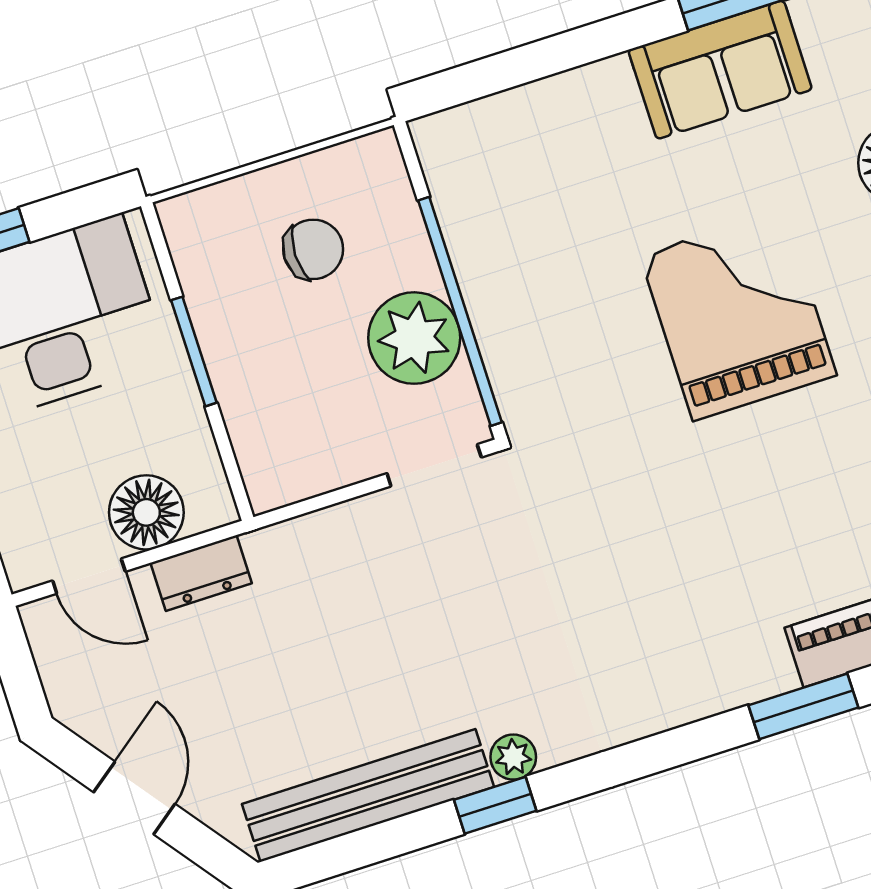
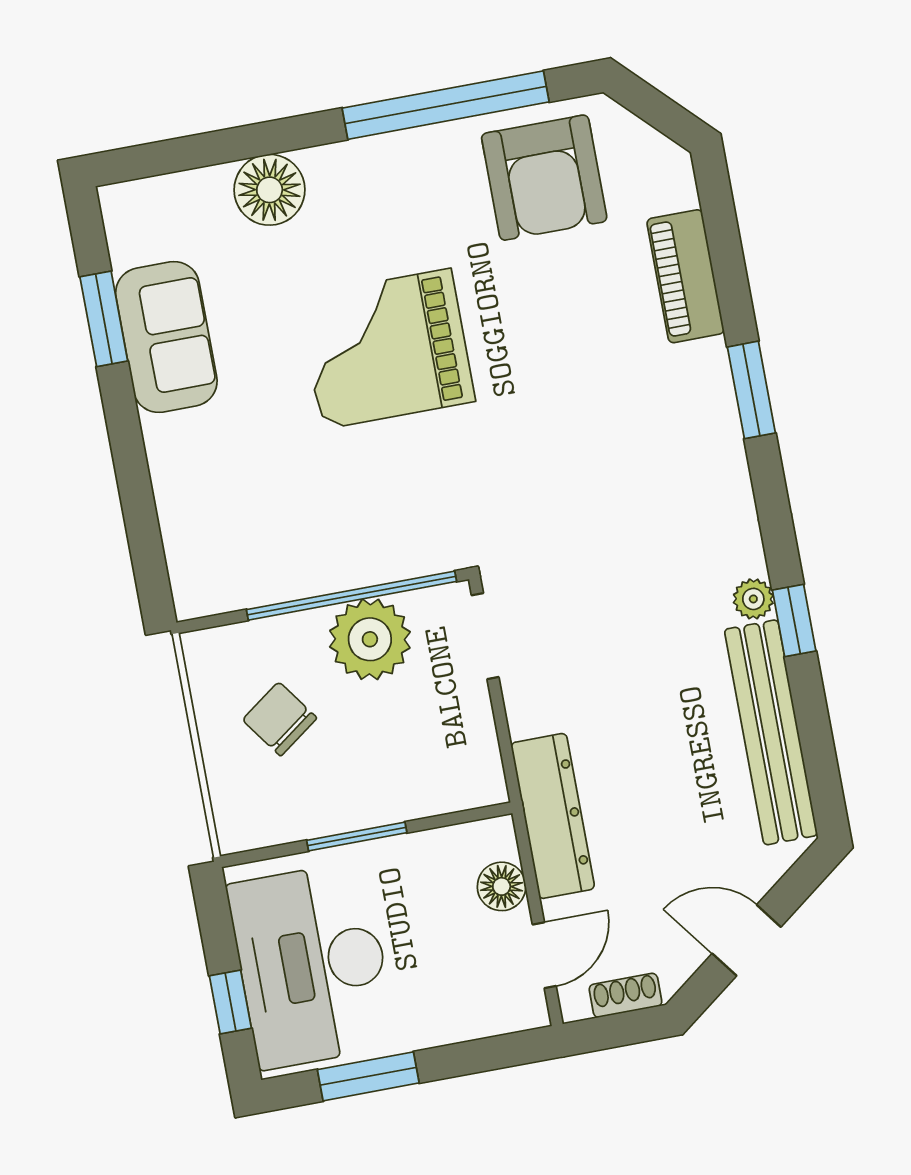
chair: (313, 249) -> (280, 719), turned -36
floor lamp: (146, 512) -> (502, 886), width x0.73, depth x0.73
dresser: (201, 573) -> (553, 816), width x1.96, depth x1.24
shoe rack: (56, 672) -> (625, 995), added
window: (803, 706) -> (751, 390), moved

